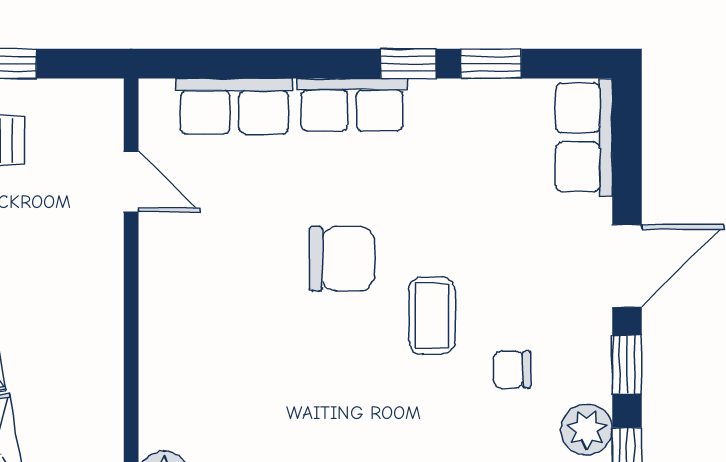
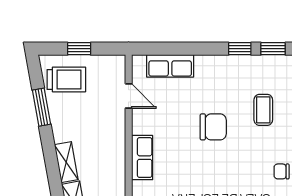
row of seats: (352, 105) -> (142, 158), moved, turned -90
coffee table: (432, 316) -> (263, 110), moved

